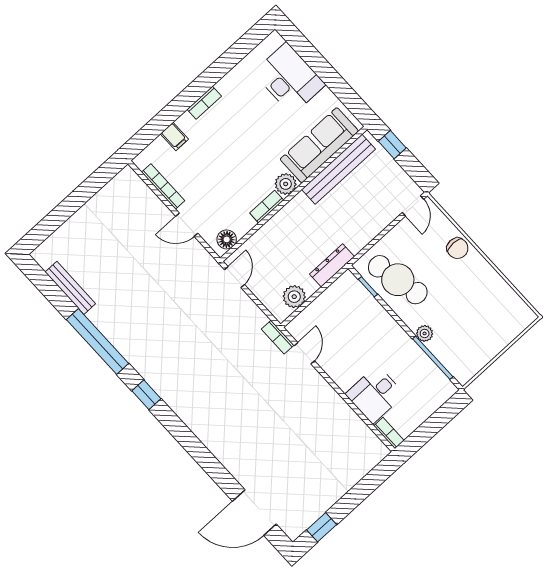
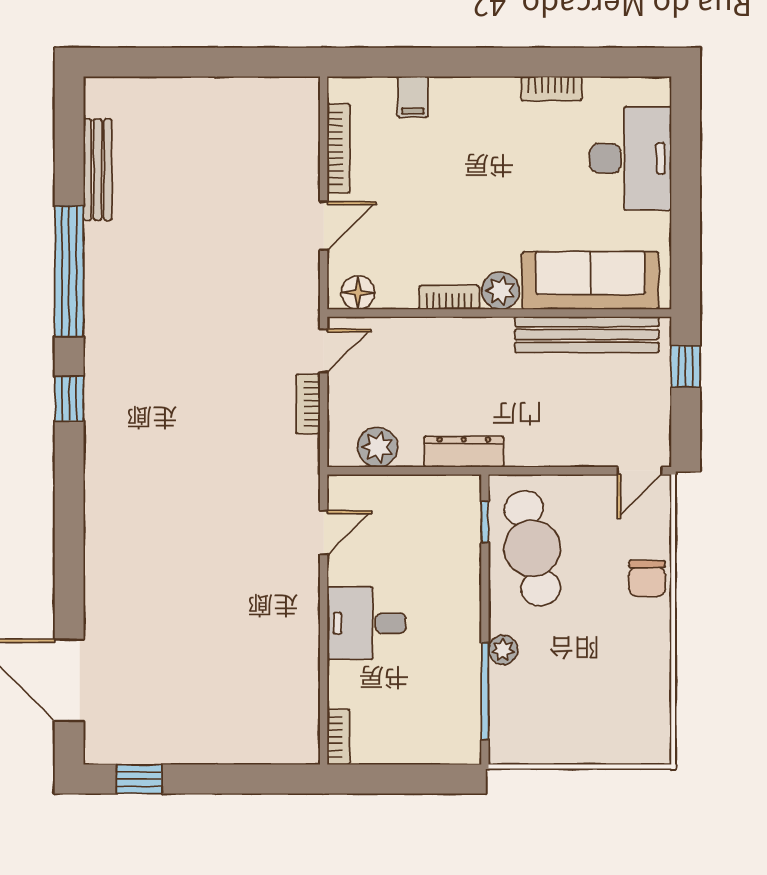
bookcase: (204, 103) -> (551, 89), moved
door: (187, 225) -> (324, 226), swing flipped
bookcase: (278, 337) -> (308, 404), moved
desk: (375, 394) -> (366, 623), moved

